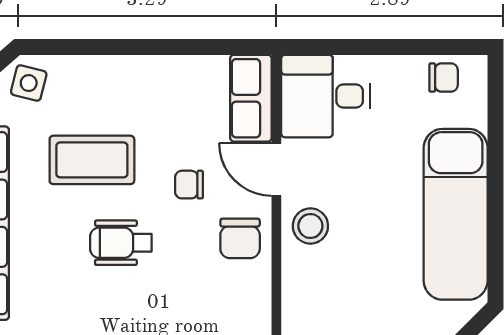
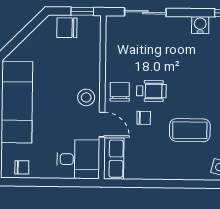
chair: (444, 77) -> (22, 167), turned 180
wheelchair: (121, 243) -> (151, 91), moved

